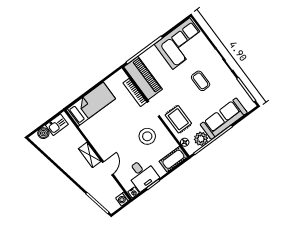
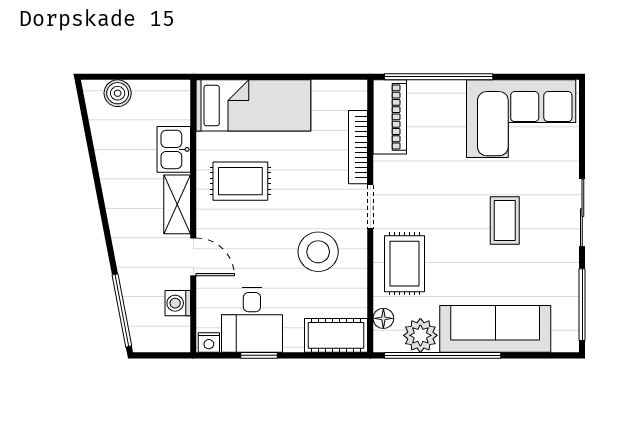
piano: (143, 78) -> (390, 117), width x0.73, depth x0.75
kitchen sink: (57, 125) -> (174, 149), moved, turned 90
rug: (105, 132) -> (240, 181), added
door: (108, 168) -> (193, 257), hinge flipped
washing machine: (123, 199) -> (178, 303), moved

